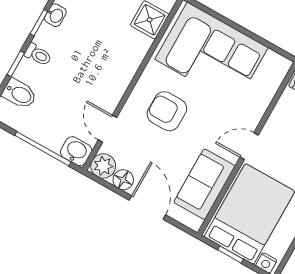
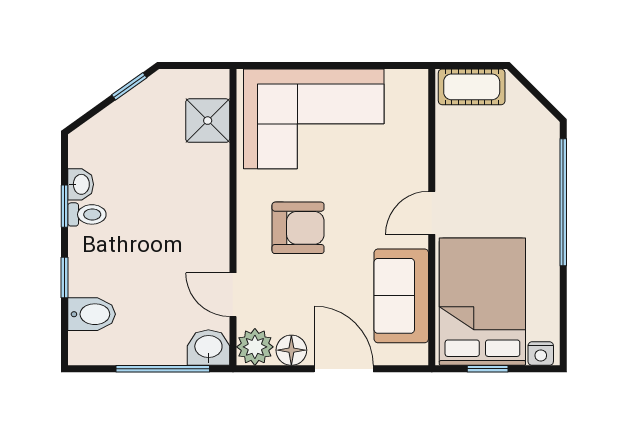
toilet: (38, 55) -> (87, 214), moved
armchair: (167, 111) -> (298, 228), turned 180

